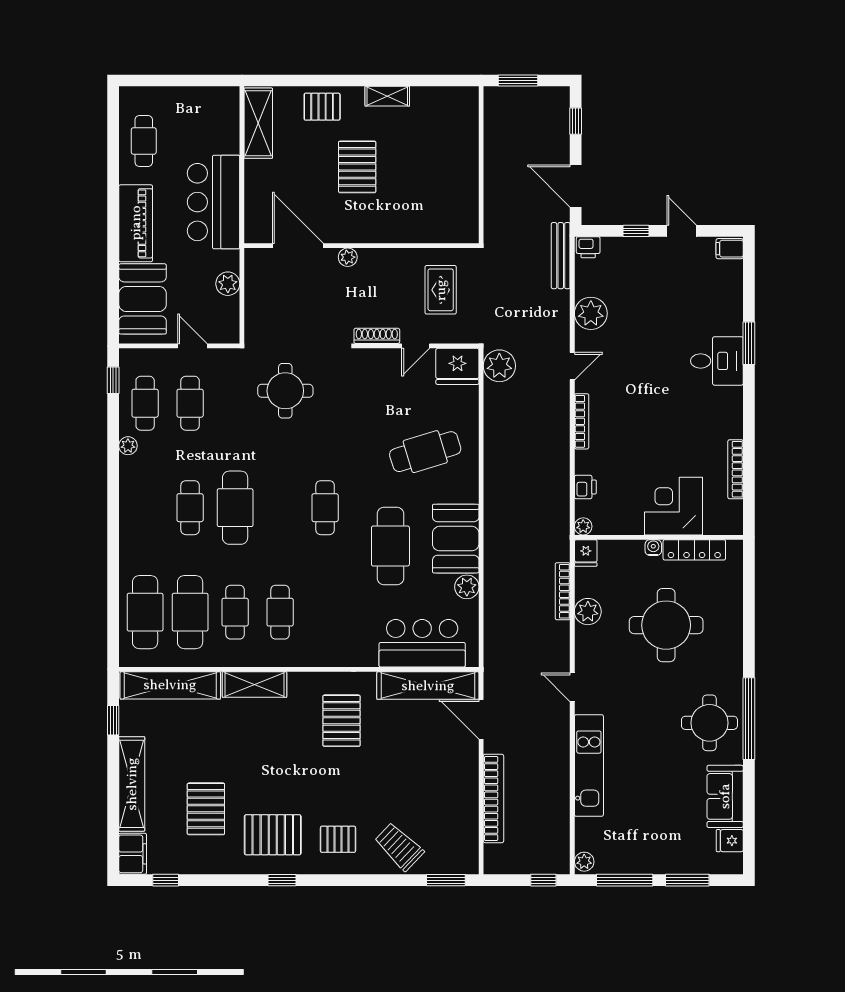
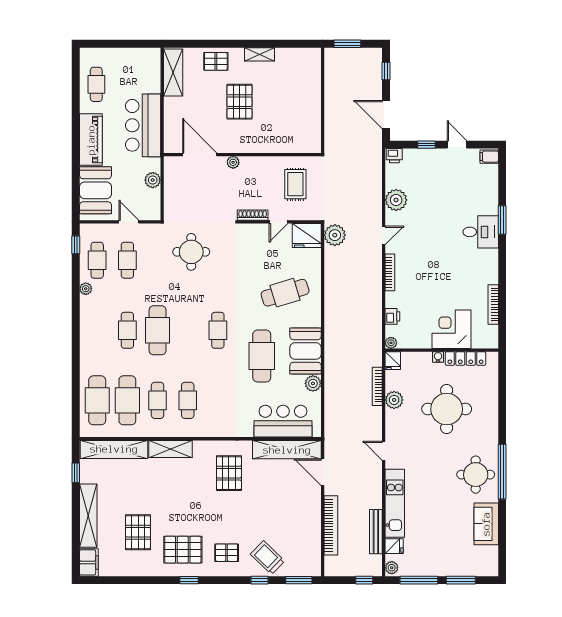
bench: (561, 256) -> (376, 532), moved
fridge: (730, 841) -> (394, 546), moved, turned 180
window: (166, 880) -> (260, 580), moved

